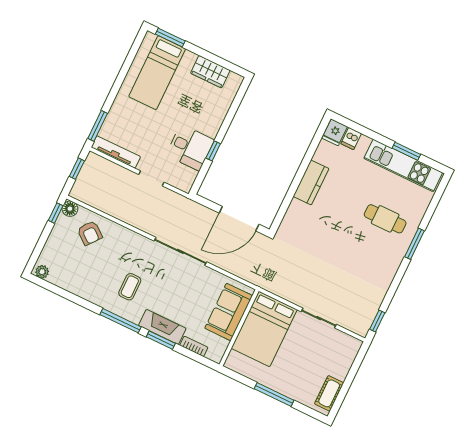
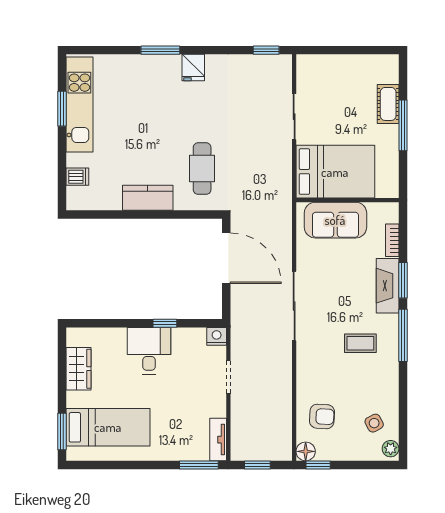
fridge: (335, 132) -> (193, 68), moved, turned 90
desk: (190, 148) -> (149, 351), moved
tv unit: (116, 152) -> (218, 440), width x0.71
nightstand: (185, 184) -> (217, 336), added
cafe table: (385, 219) -> (202, 169), moved
armchair: (90, 233) -> (322, 416), turned 54
side table: (67, 269) -> (374, 423), added
cot: (329, 393) -> (388, 104), moved, turned 90

